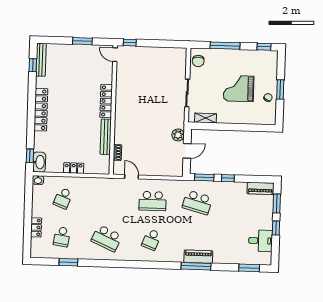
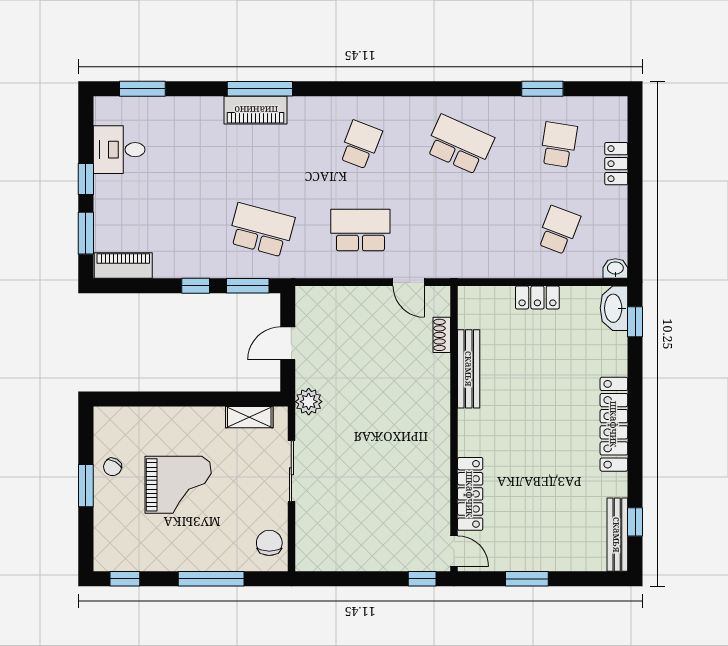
locker: (106, 101) -> (470, 494), moved
plant: (178, 135) -> (309, 402), moved

